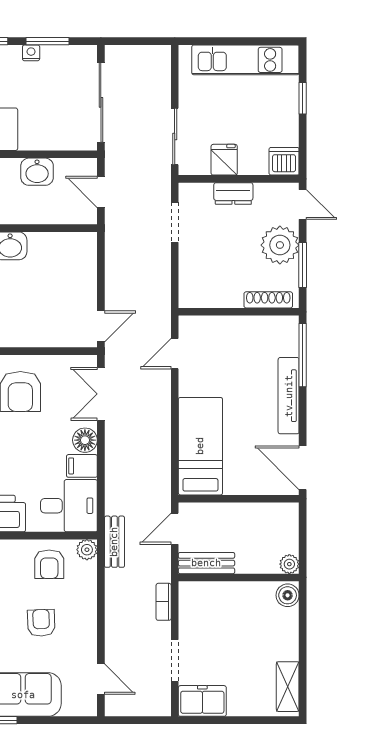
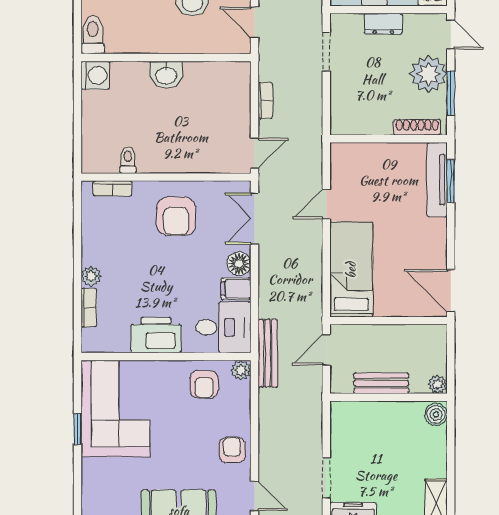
door: (175, 354) -> (326, 204), moved
window: (303, 355) -> (451, 181), width x0.69
tv unit: (289, 396) -> (437, 180), moved
bench: (114, 542) -> (268, 353), width x1.36
bench: (206, 563) -> (381, 383), moved
bookcase: (164, 602) -> (265, 101), moved, turned 180
armchair: (41, 623) -> (232, 450), moved

